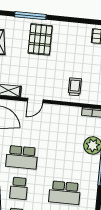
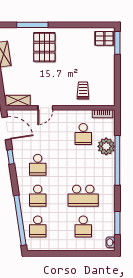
school desk: (71, 131) -> (83, 134), added
school desk: (22, 157) -> (38, 165), width x0.54

